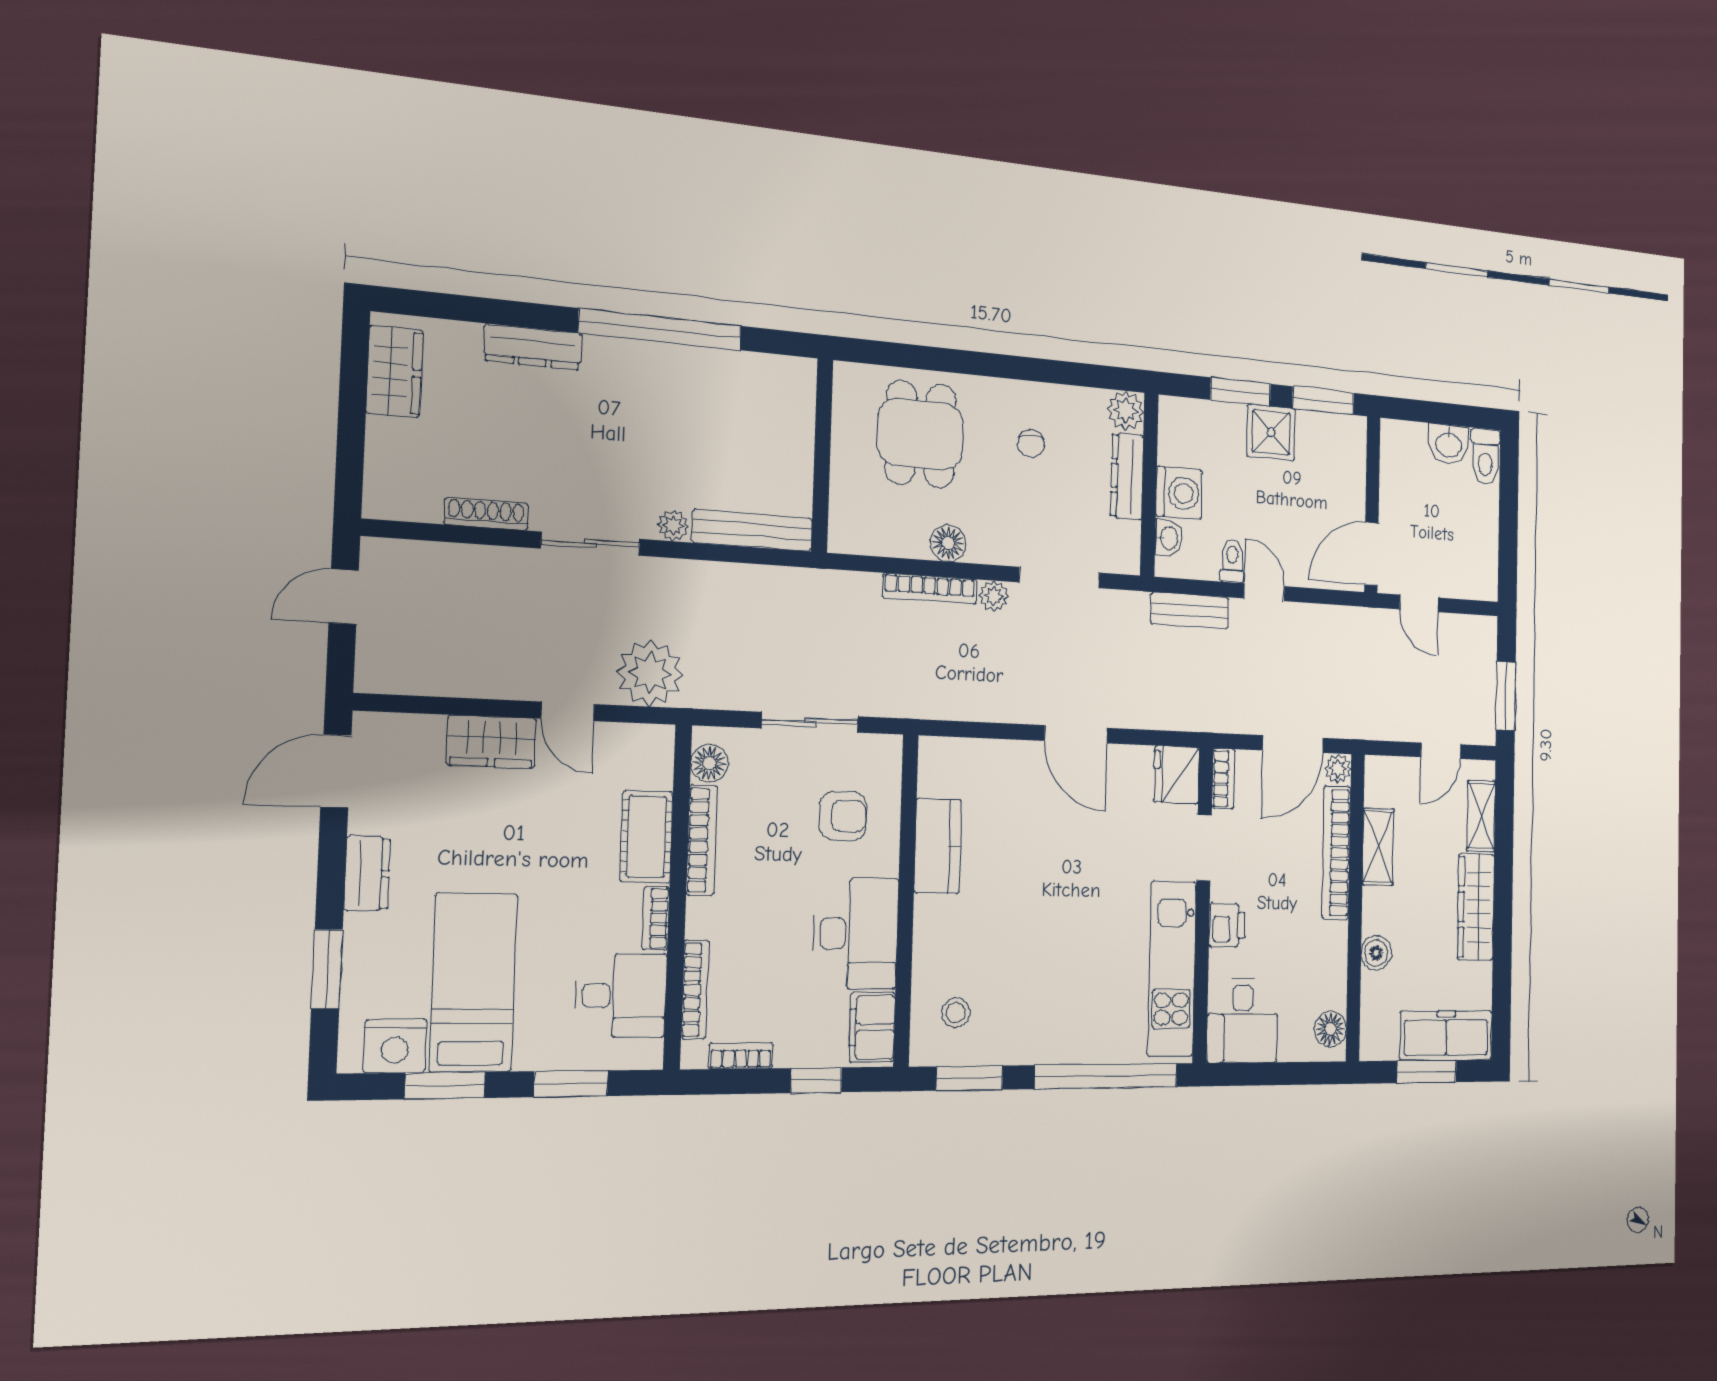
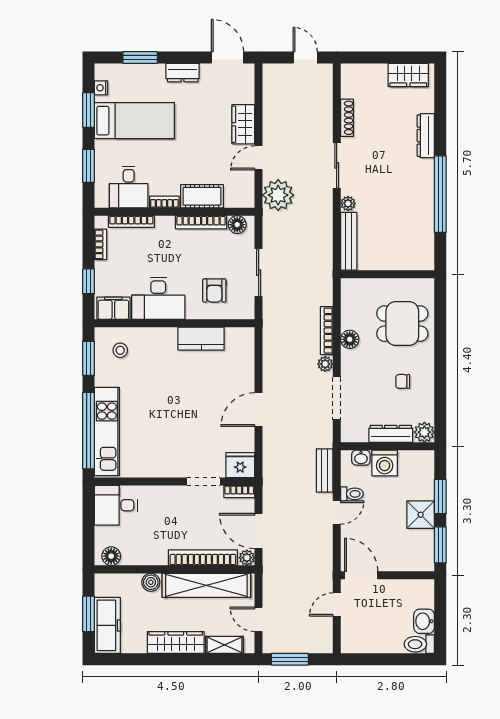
shelving: (1378, 847) -> (206, 585), width x2.20, depth x1.33
printer: (1227, 925) -> (164, 495), removed
kitchen unit: (1172, 969) -> (107, 431), moved, turned 90
nightstand: (395, 1046) -> (101, 88), width x0.53, depth x0.56

